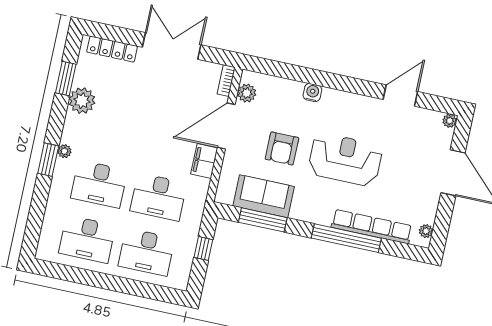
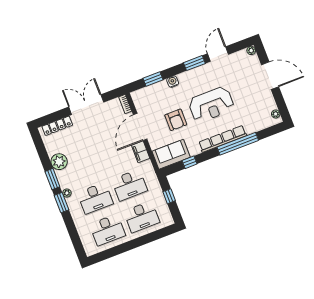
window: (287, 71) -> (153, 79), added
window: (66, 79) -> (52, 179), moved
window: (359, 87) -> (194, 63), added
plant: (247, 93) -> (140, 104), removed
reception desk: (345, 160) -> (211, 105), turned 180
sofa: (264, 196) -> (171, 154), moved
window: (263, 220) -> (190, 162), width x0.46
row of seats: (372, 227) -> (223, 139), moved

